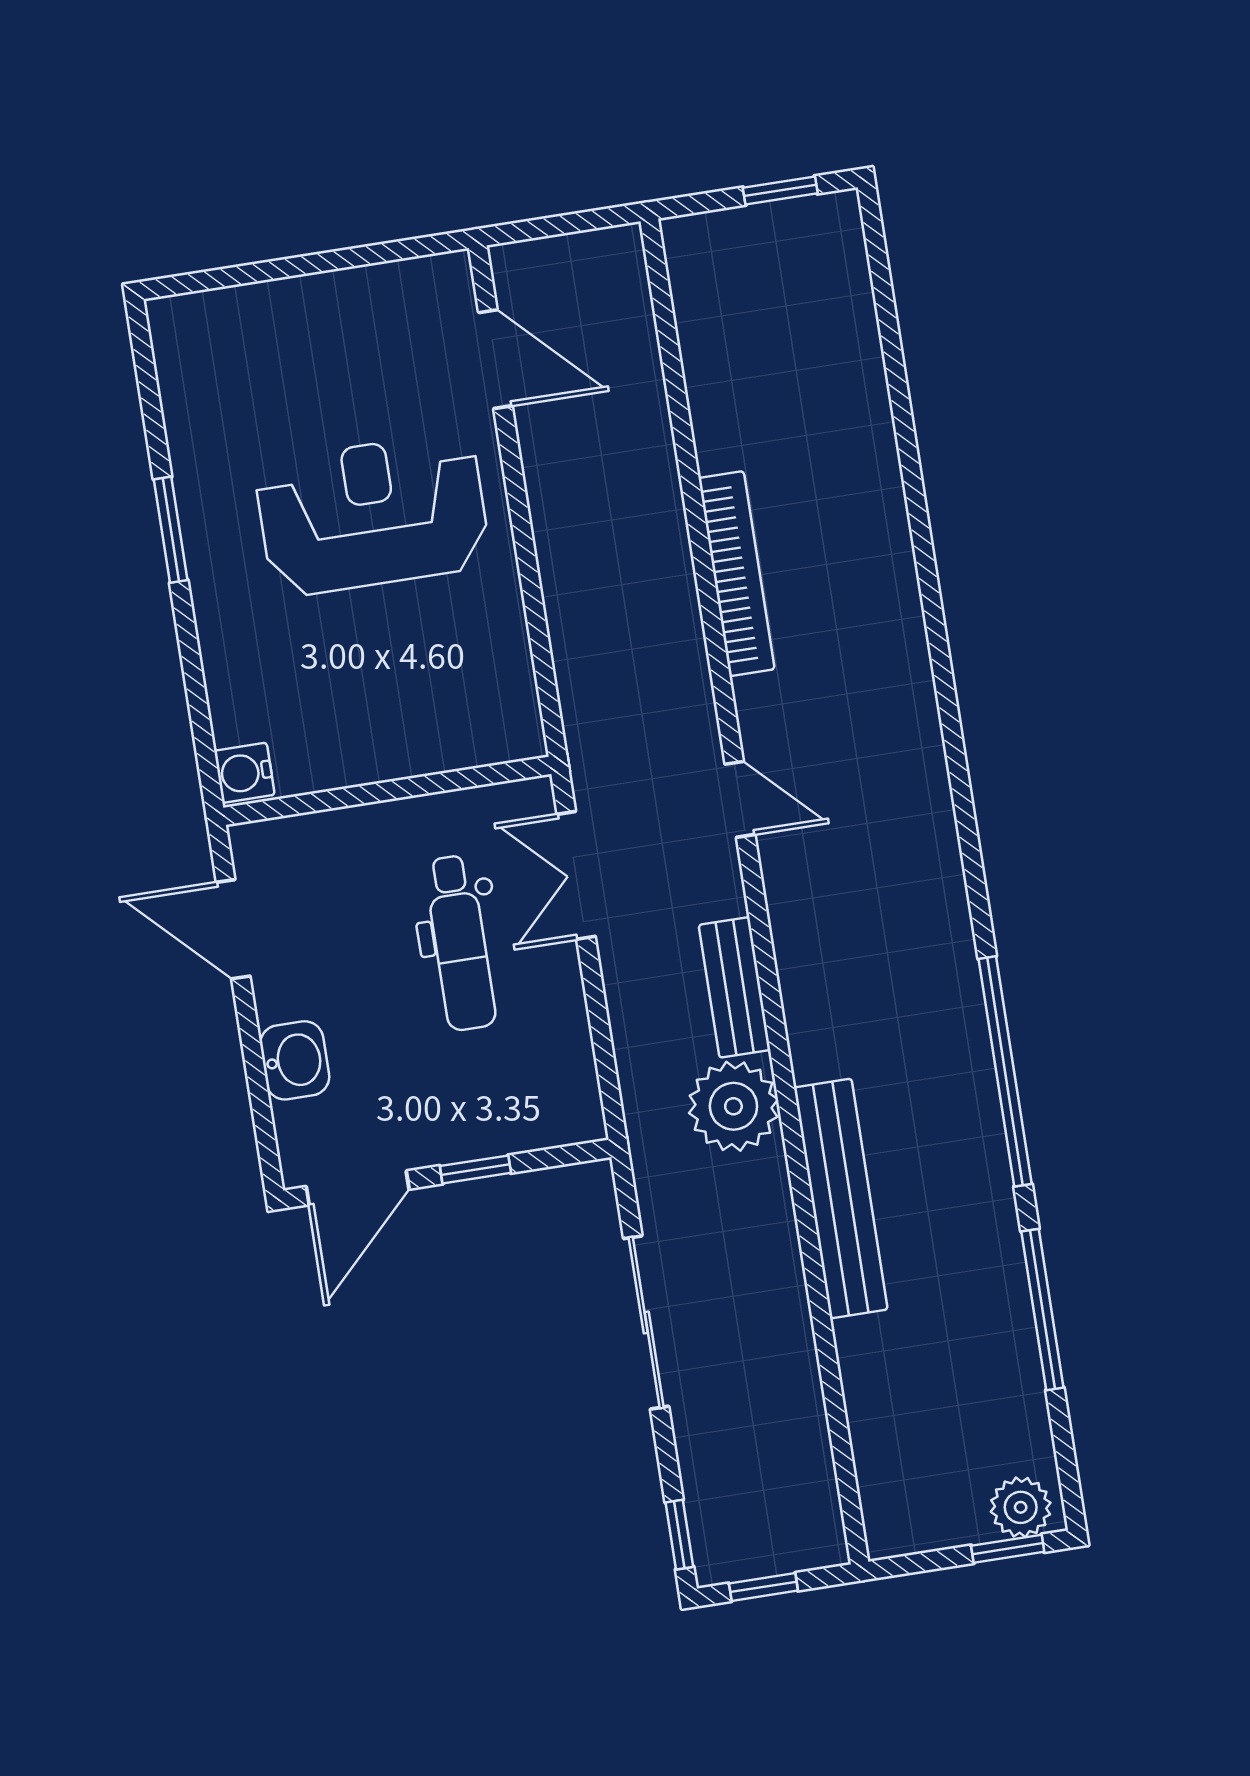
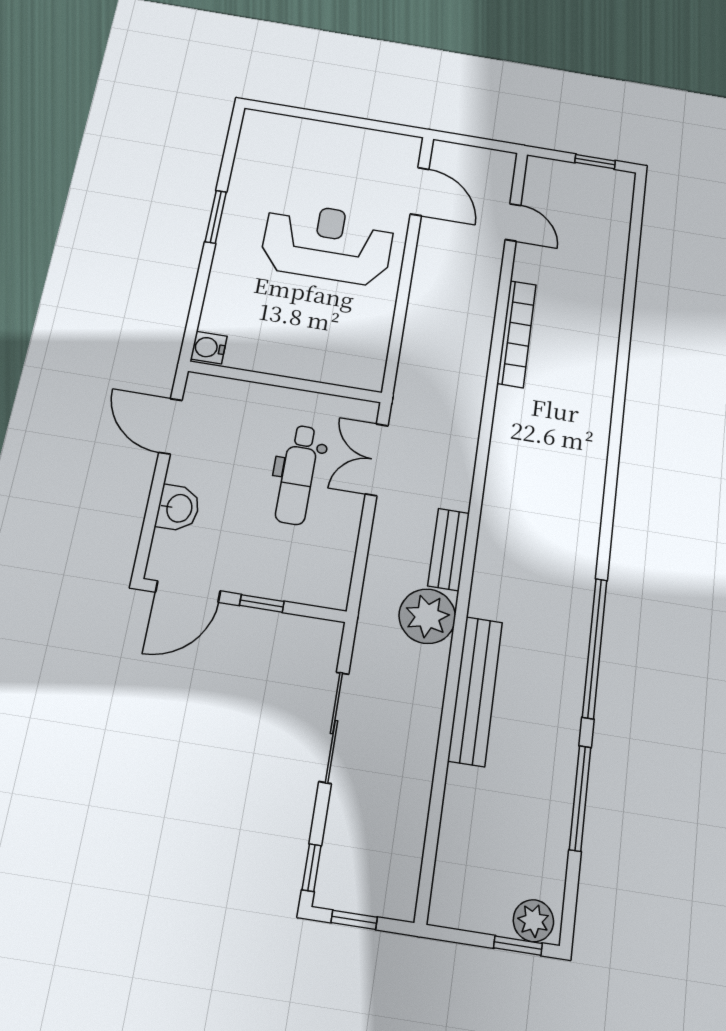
door: (740, 799) -> (513, 222), moved

